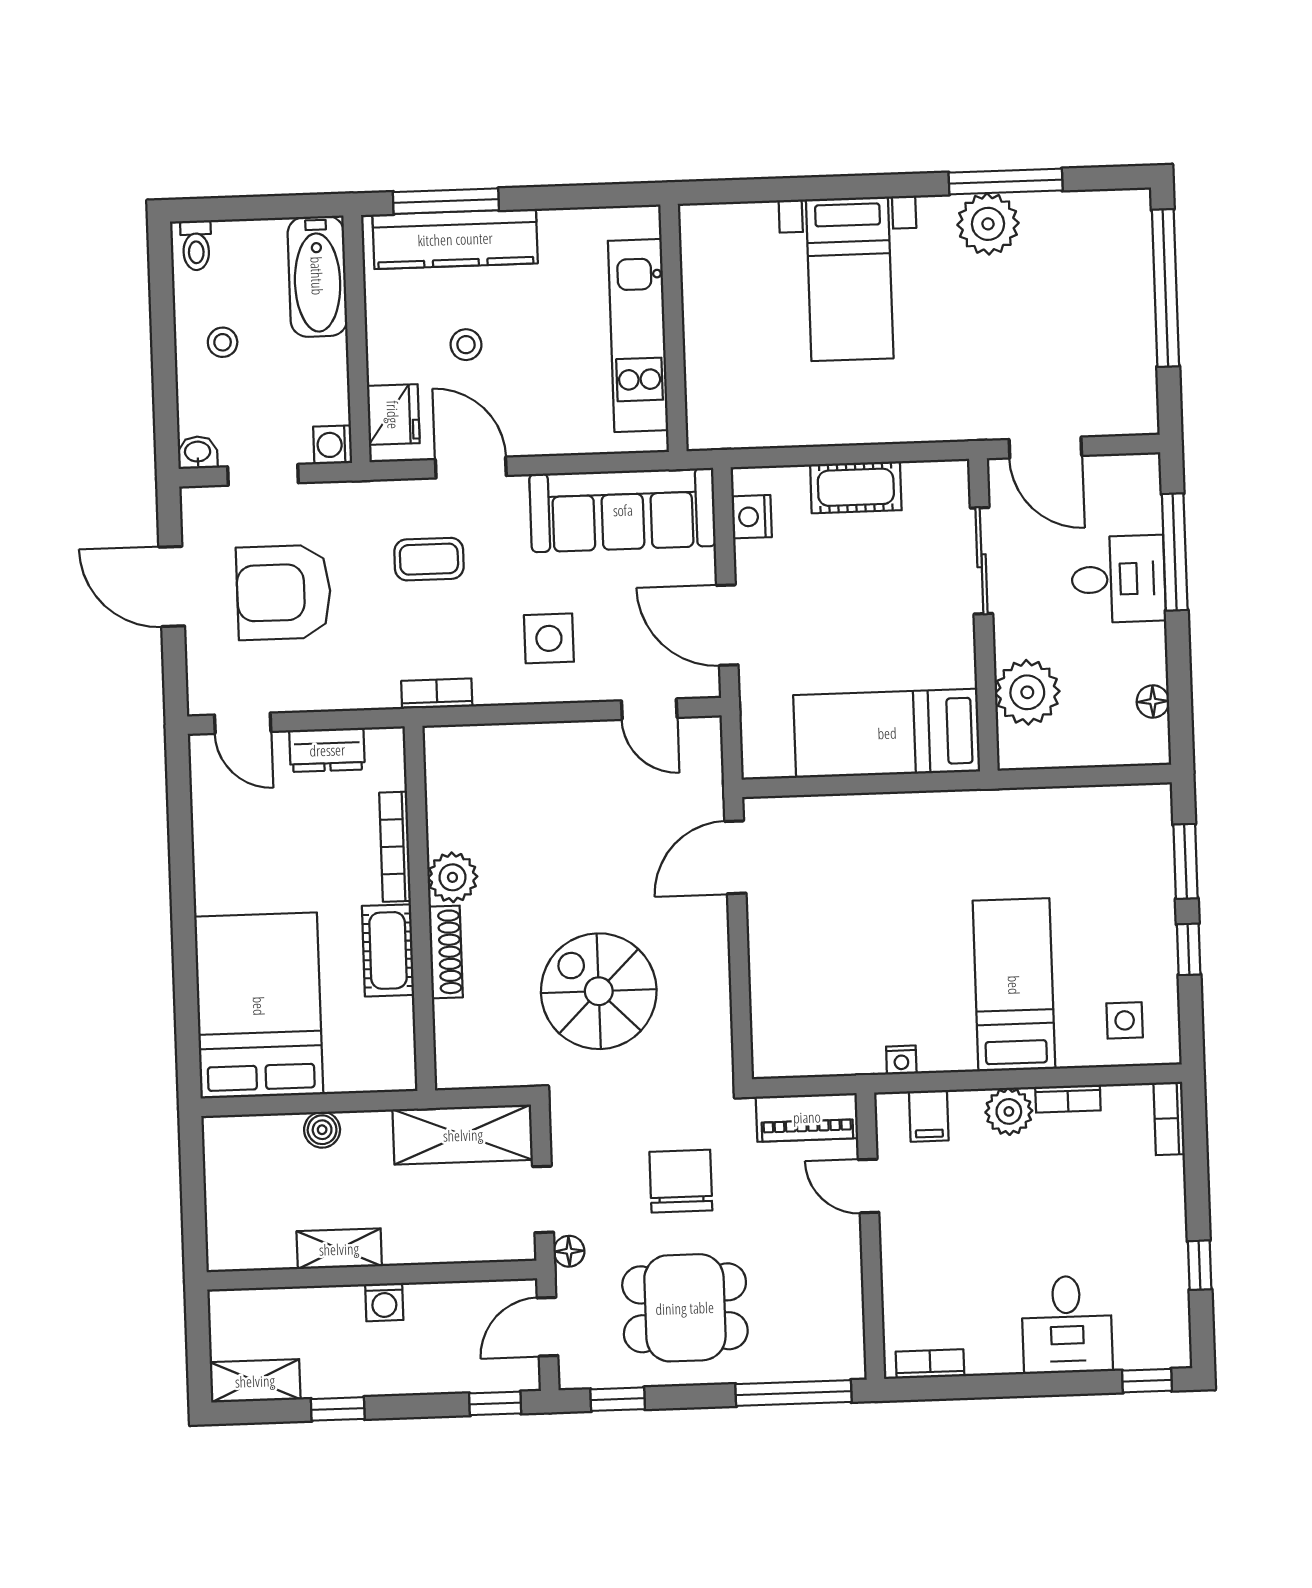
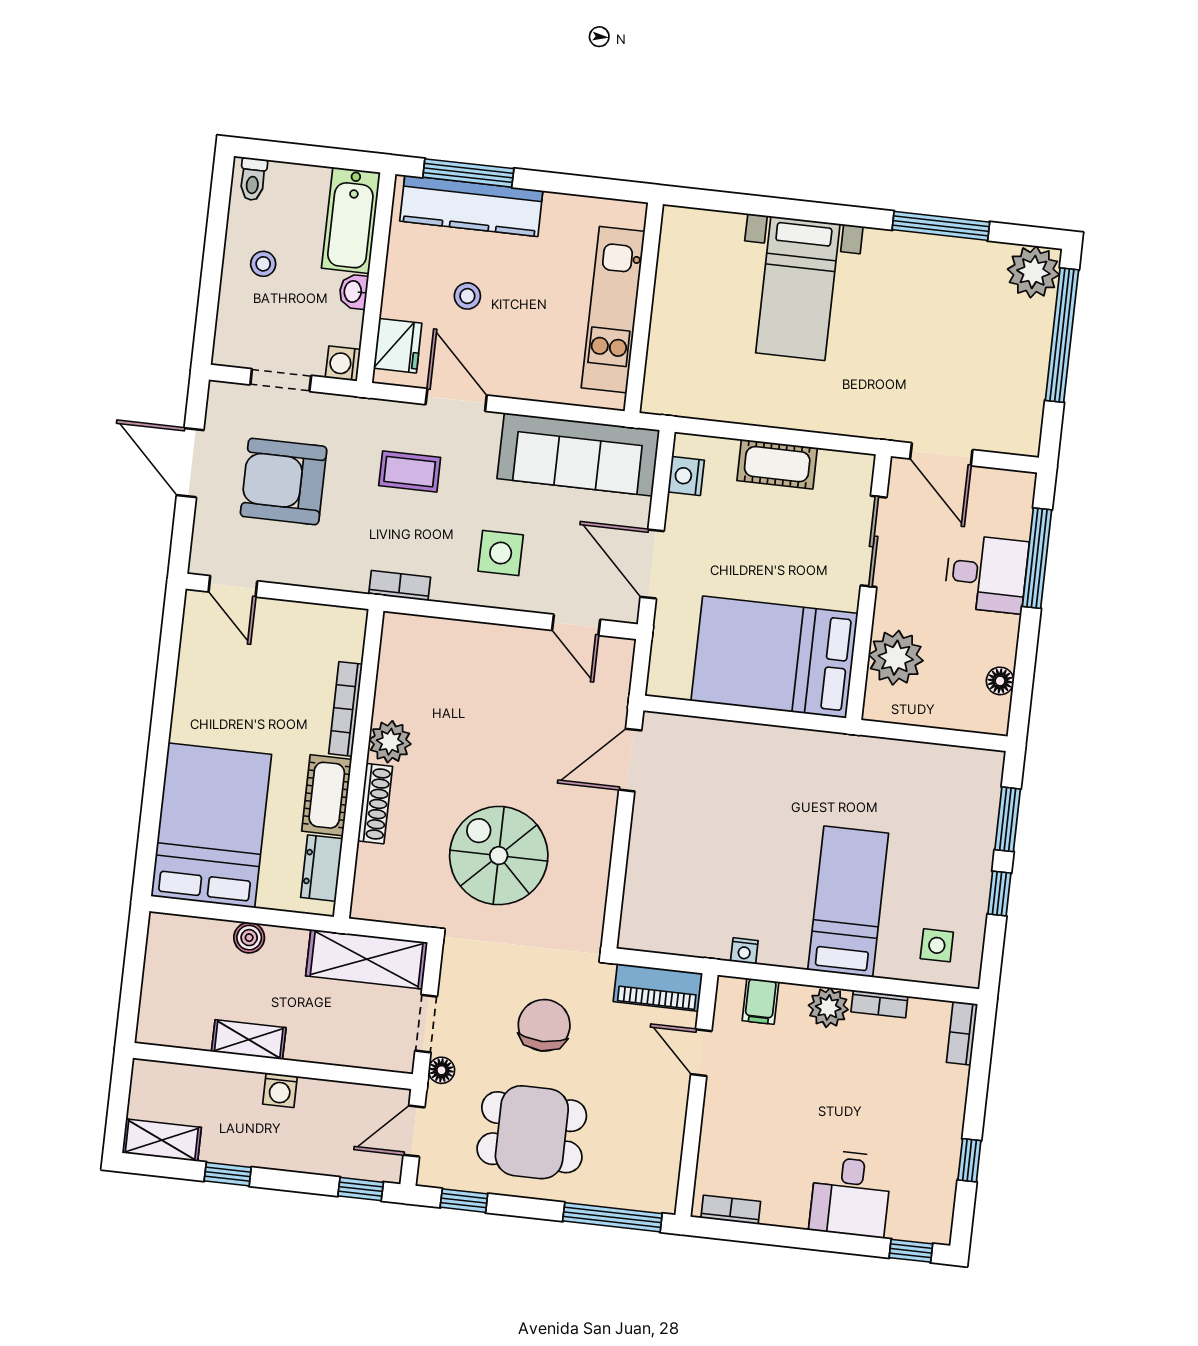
plant: (988, 224) -> (1033, 272), moved
washbasin: (198, 452) -> (354, 292), moved, turned -90
bed: (887, 733) -> (775, 657), width x1.50
dresser: (327, 750) -> (322, 868), moved, turned 90

